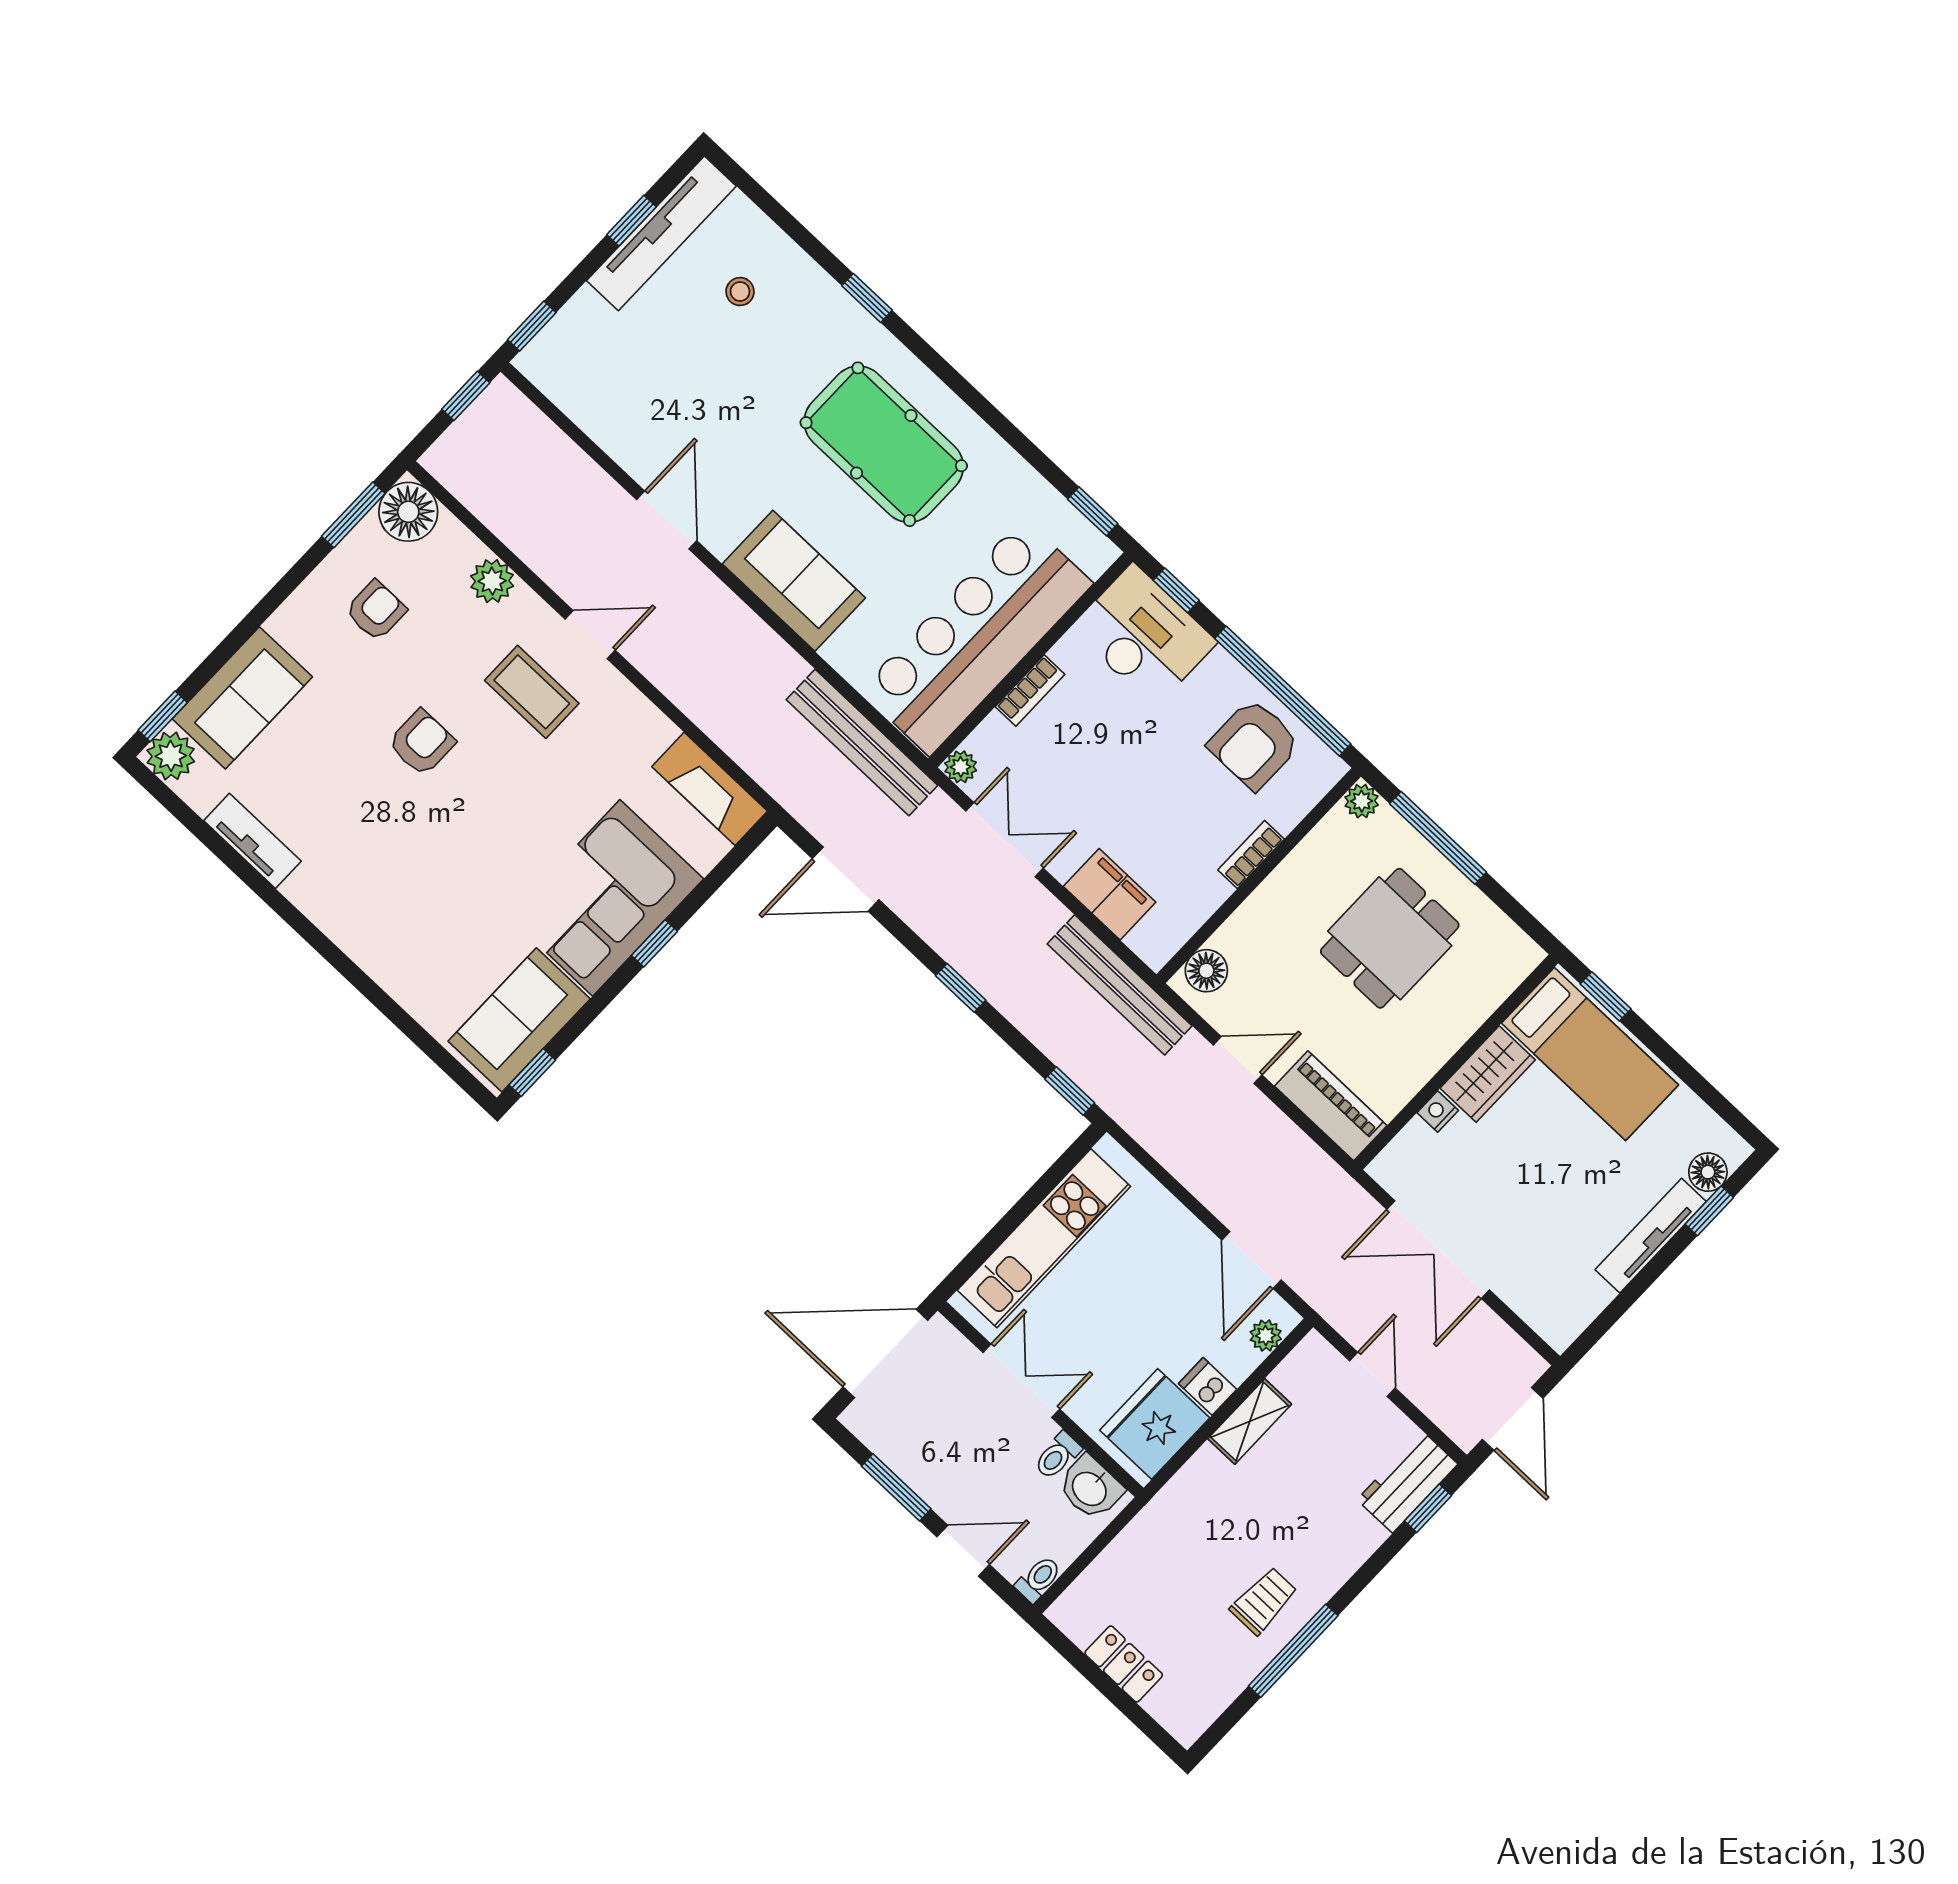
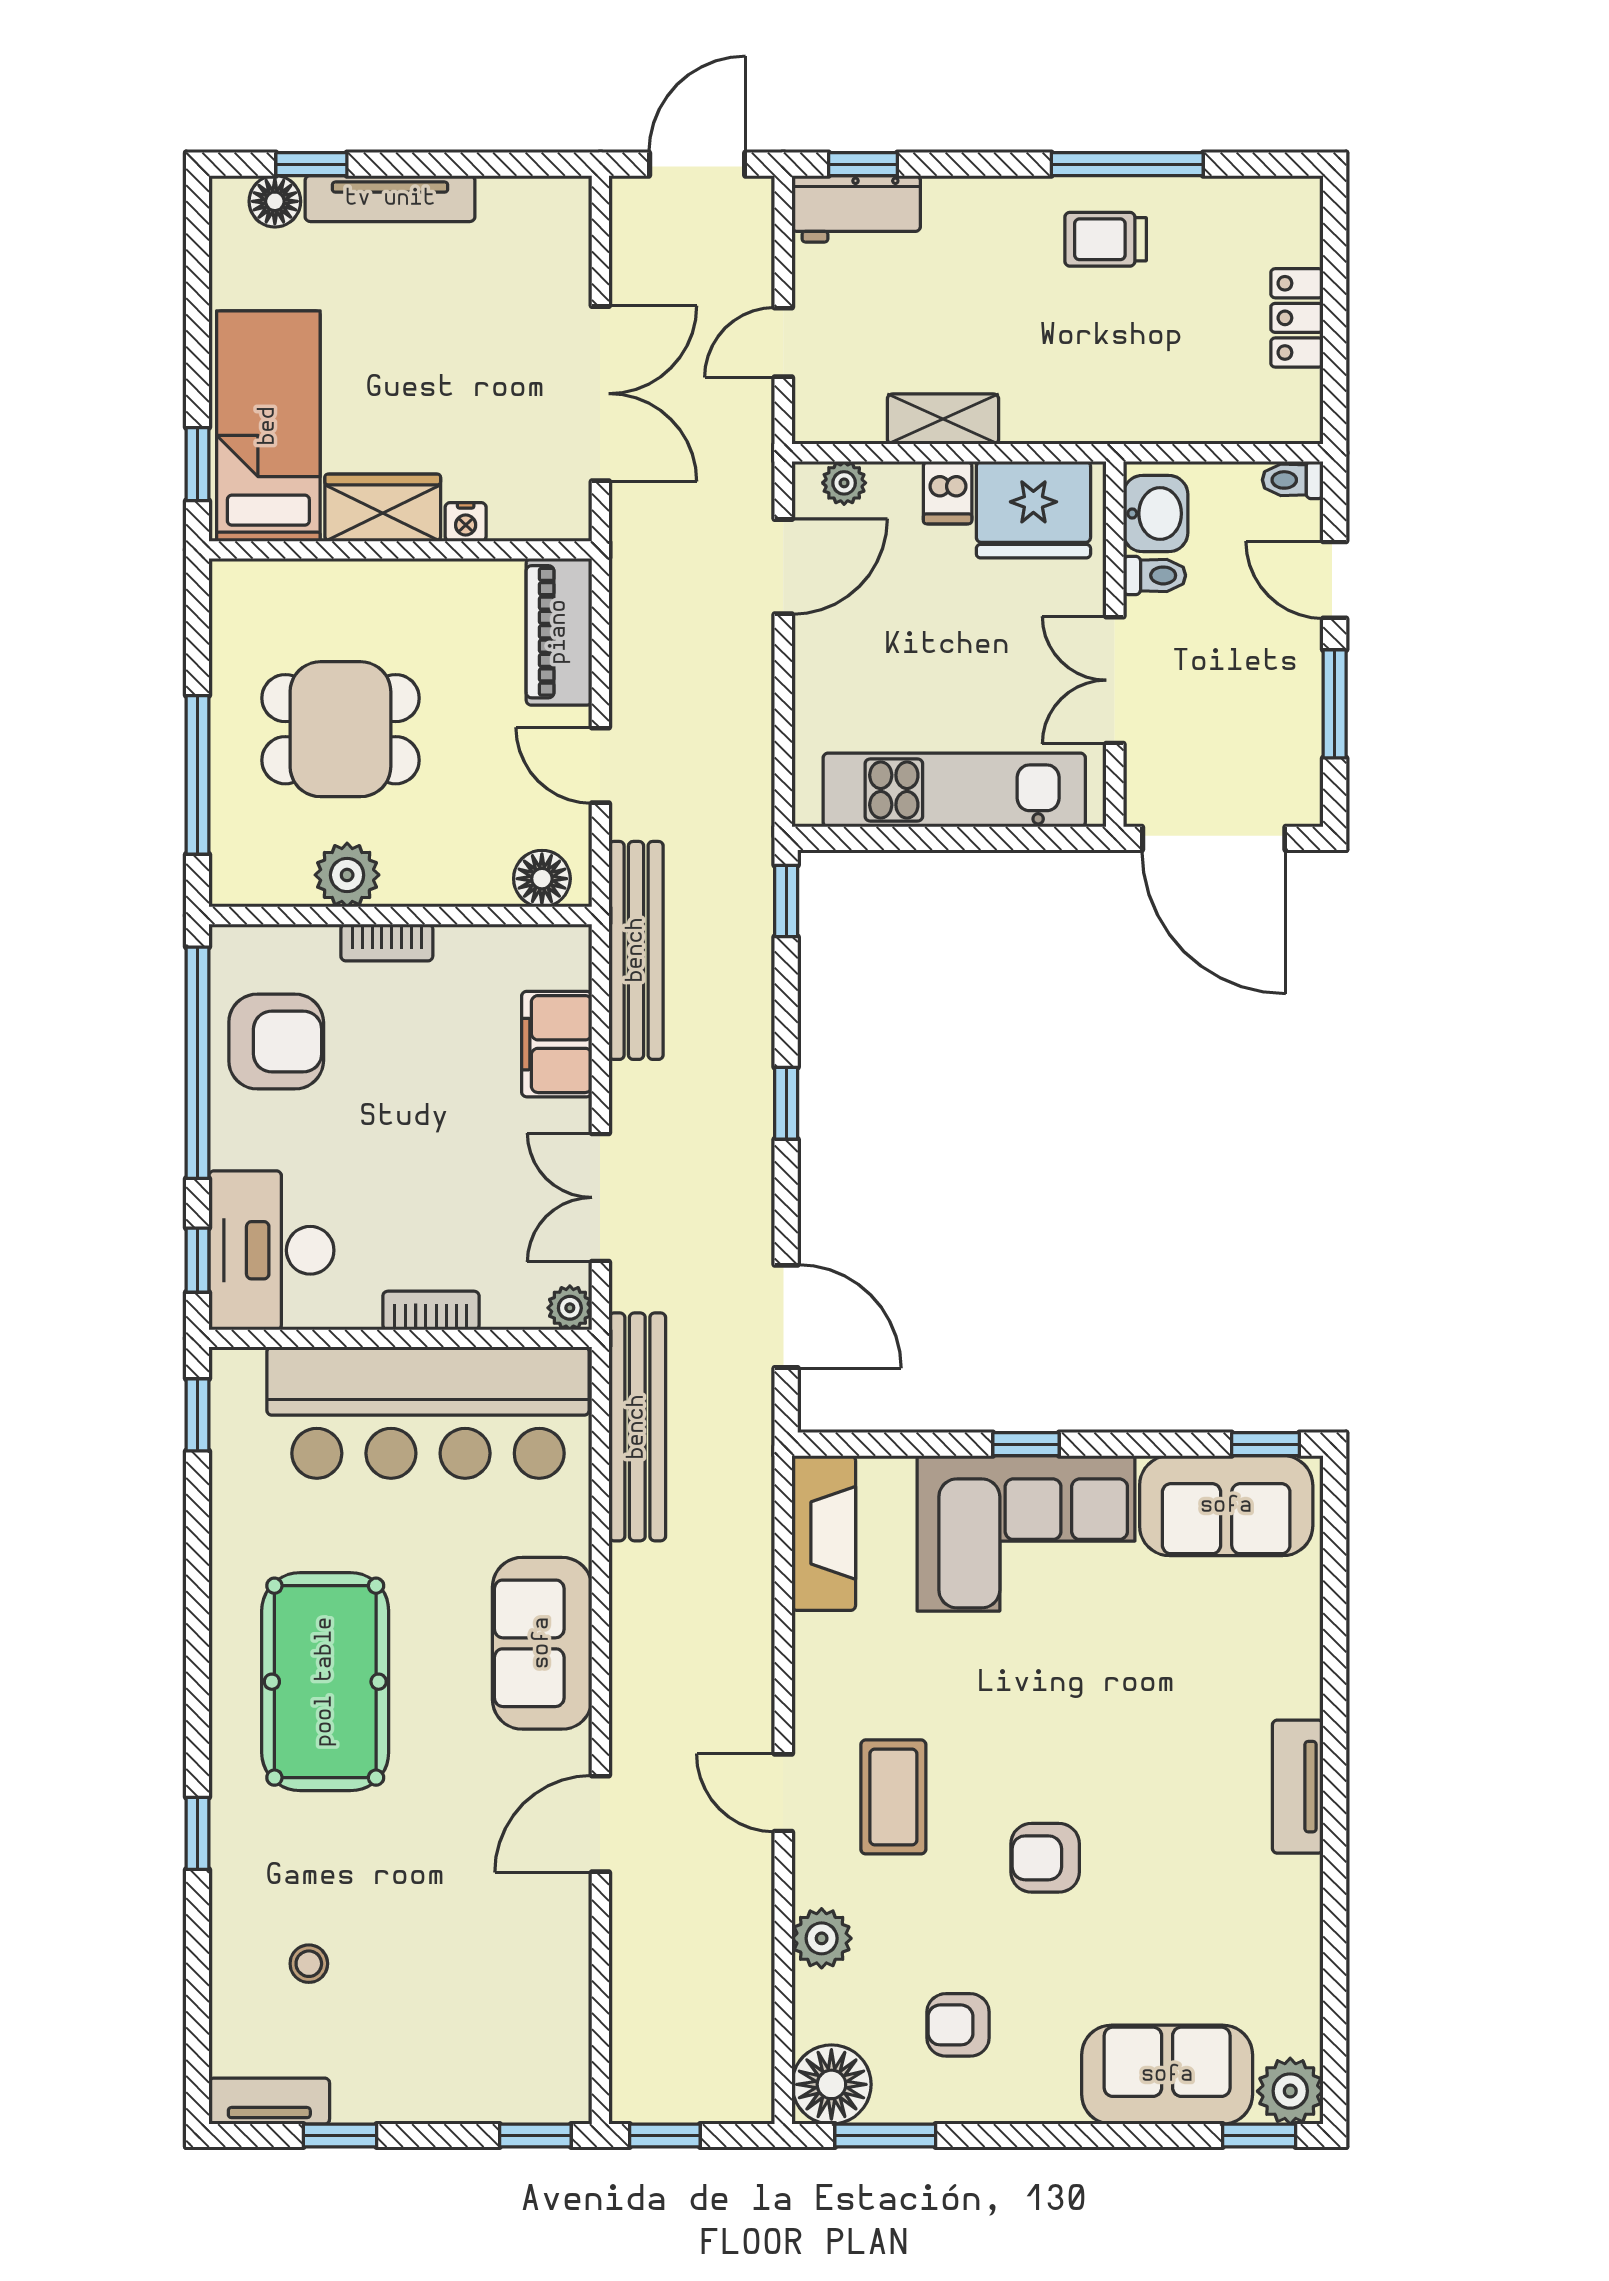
tv unit: (661, 233) -> (269, 2101), width x0.52, depth x0.78
plant: (1362, 801) -> (347, 875), moved, width x1.38, depth x1.38
tv unit: (252, 841) -> (1298, 1787), moved

